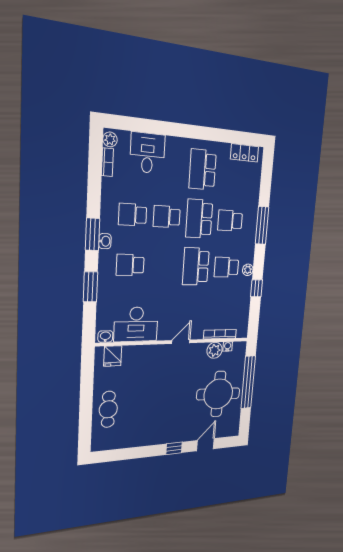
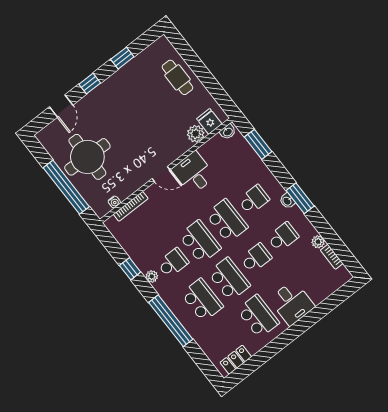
plant: (110, 139) -> (318, 242), moved
desk: (147, 153) -> (292, 303), moved
school desk: (230, 221) -> (202, 300), width x1.85
window: (262, 225) -> (171, 321), width x1.46
school desk: (164, 266) -> (227, 221), added
window: (90, 287) -> (258, 144), moved
desk: (136, 324) -> (193, 173), moved, width x0.73
door: (181, 342) -> (161, 174), hinge flipped
plant: (215, 350) -> (196, 134), moved
window: (136, 453) -> (122, 58), added

